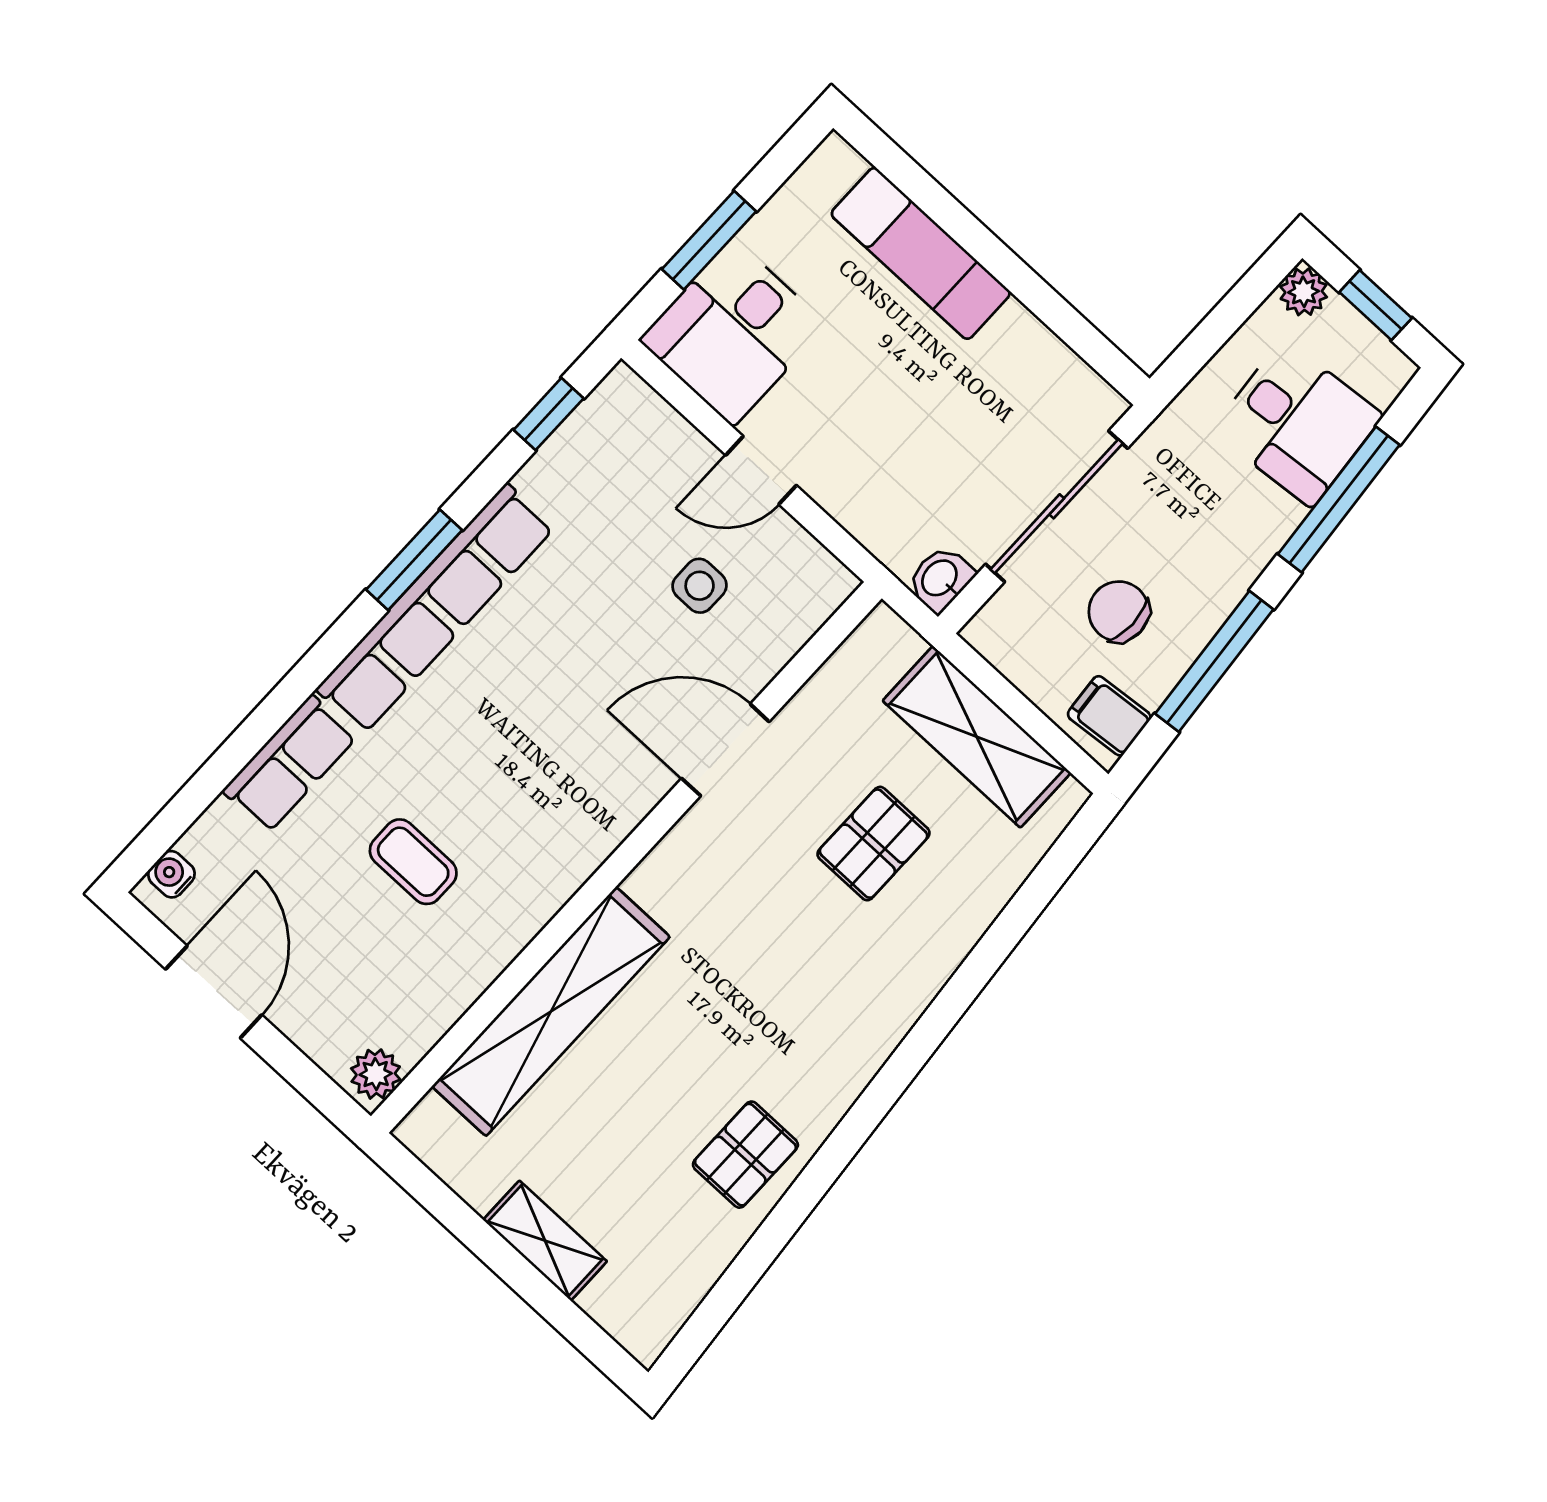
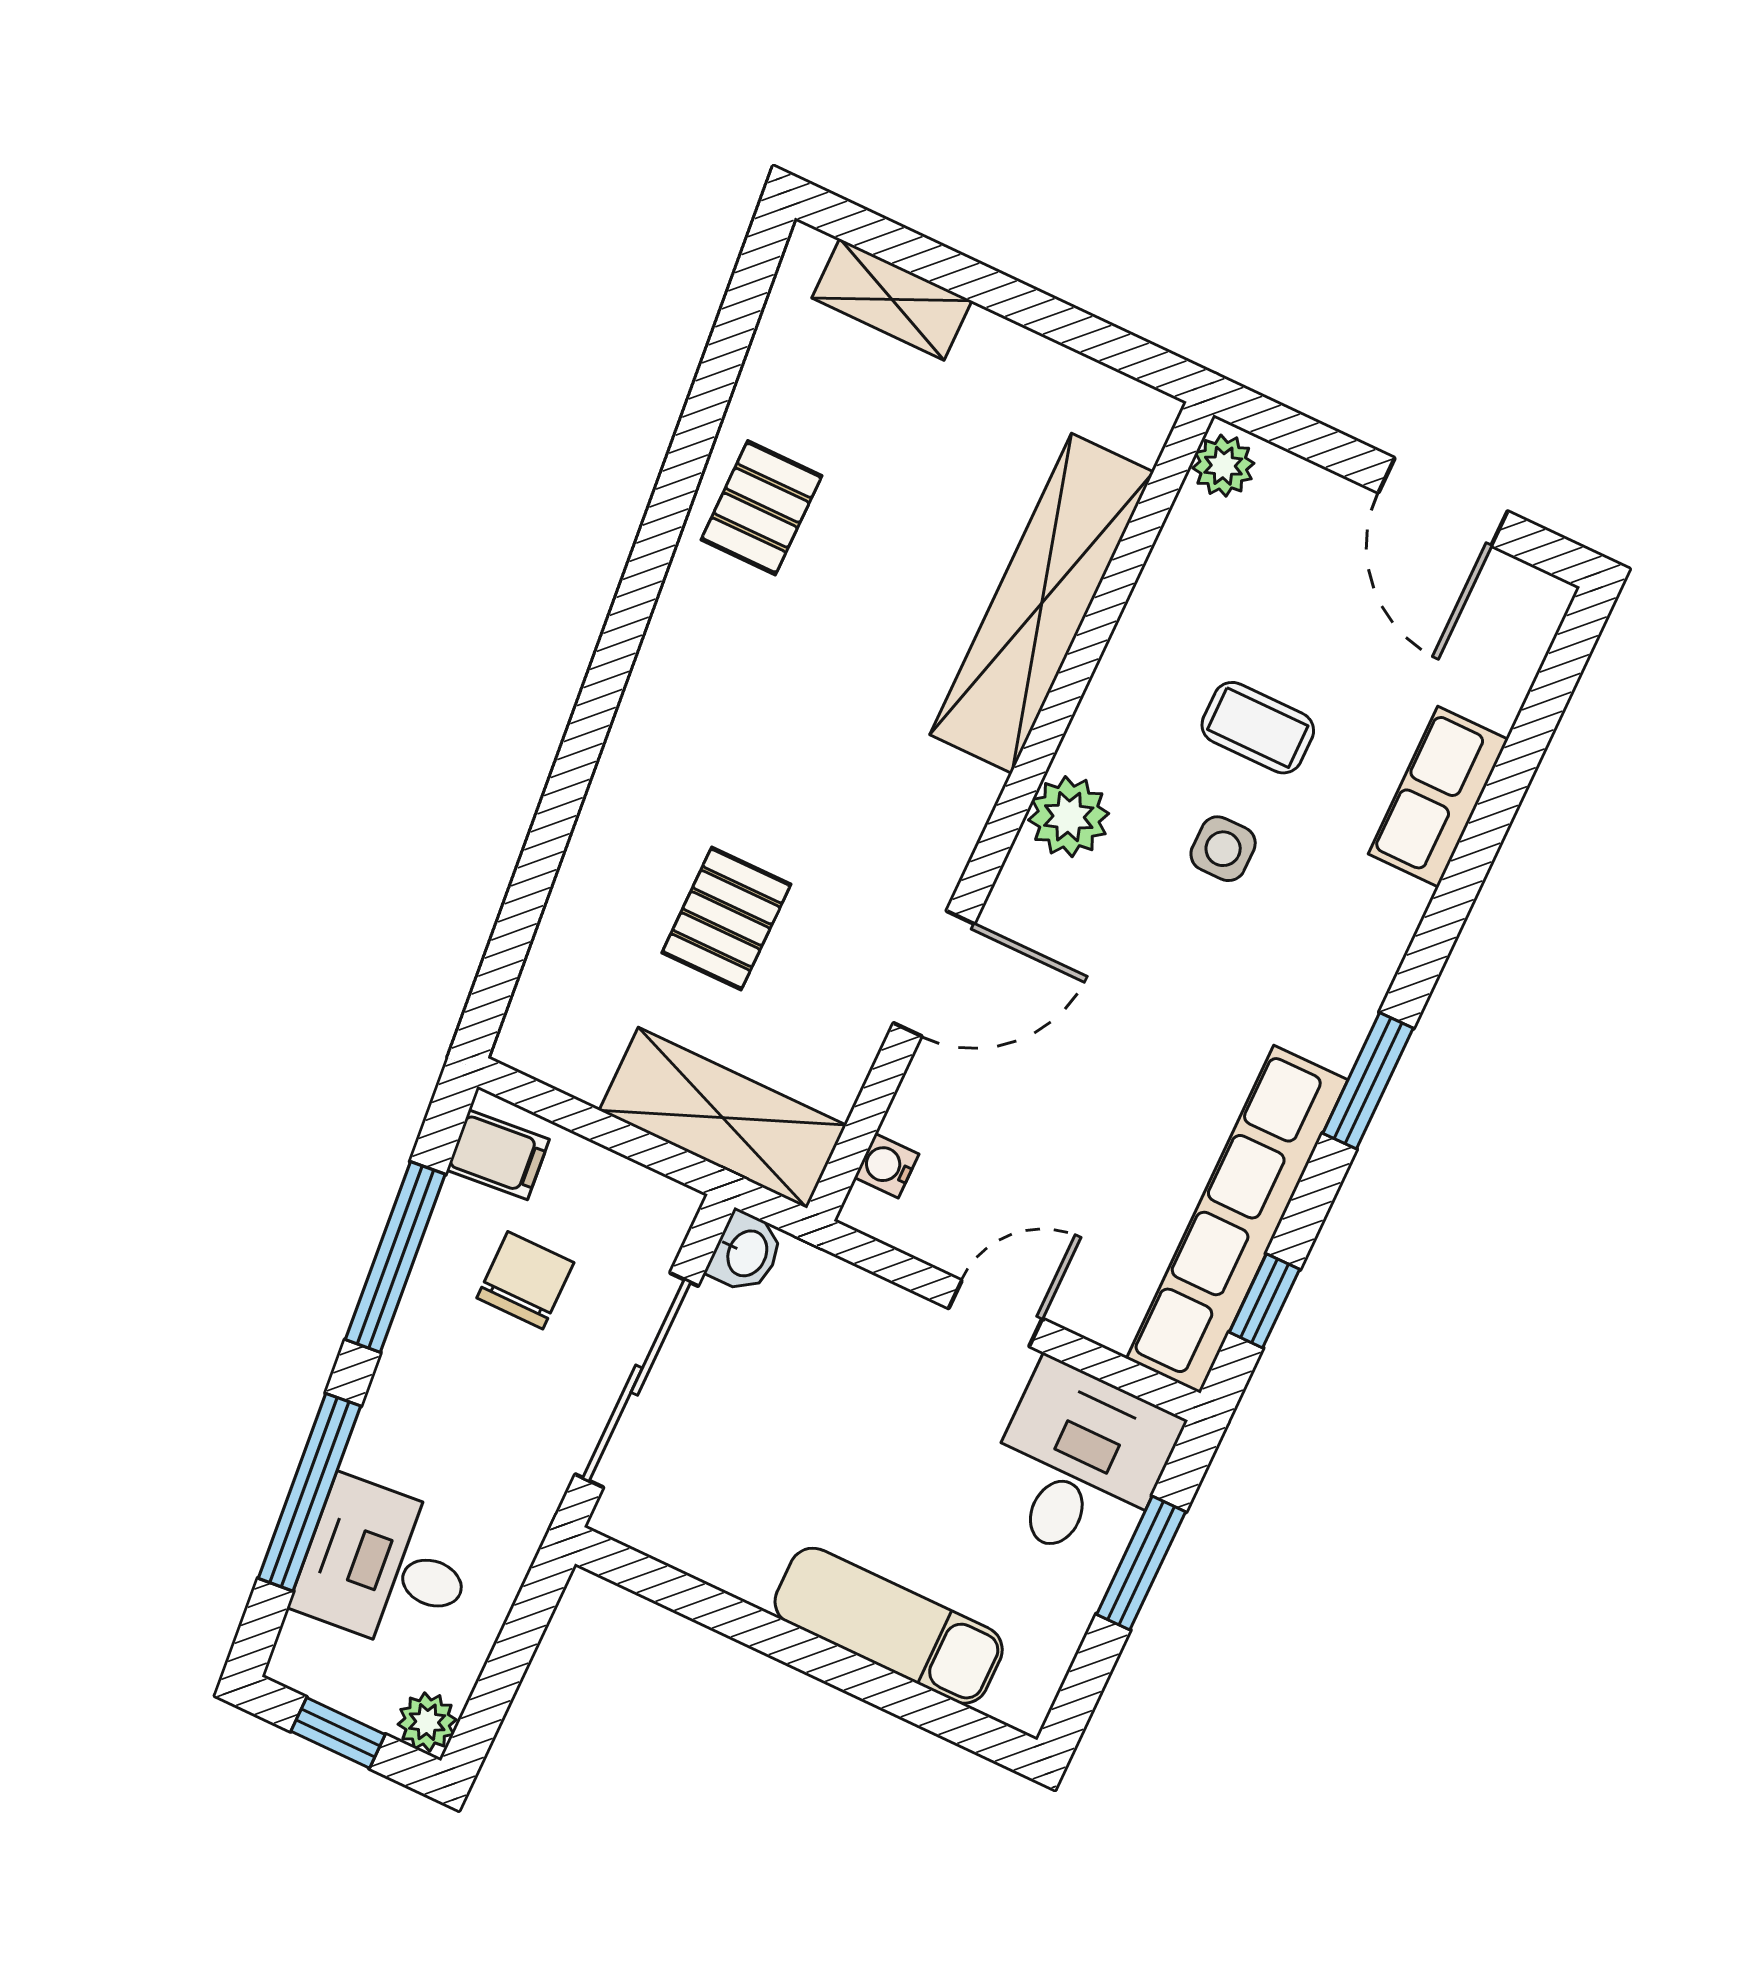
side table: (700, 586) -> (1223, 849), moved
row of seats: (435, 608) -> (1237, 1219), moved
chair: (1119, 611) -> (525, 1280), turned -90
shelving: (977, 737) -> (723, 1118), moved
plant: (582, 839) -> (1069, 817), added
water cooler: (171, 874) -> (887, 1166), moved, turned 180
shelving: (545, 1241) -> (892, 299), moved

